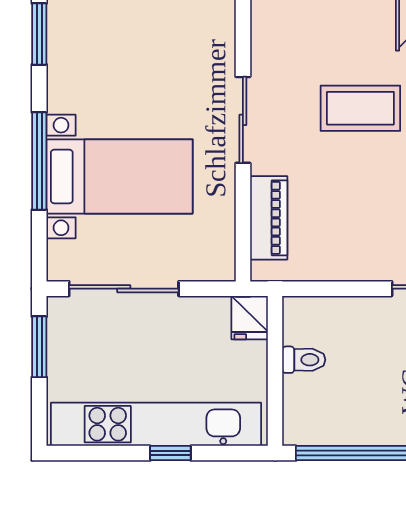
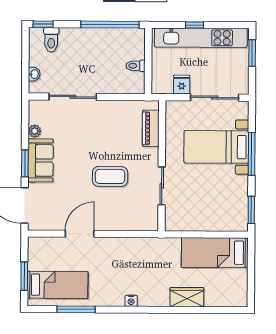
sliding door: (243, 120) -> (162, 186), moved
fridge: (250, 318) -> (182, 85), moved
window: (39, 347) -> (252, 53), moved

